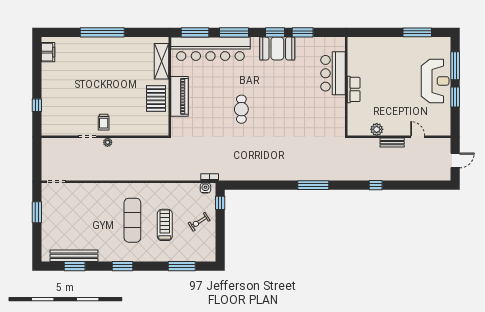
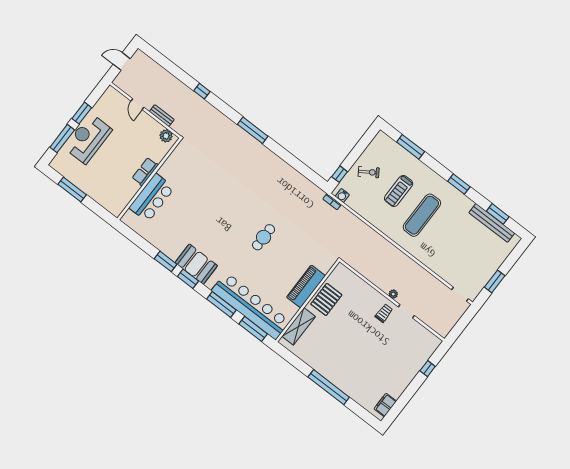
bar counter: (333, 73) -> (152, 198), moved
wall: (346, 86) -> (149, 179), moved
row of seats: (354, 89) -> (145, 172), moved

